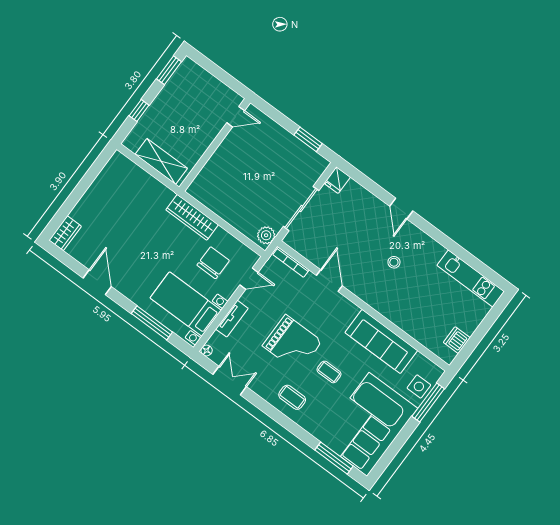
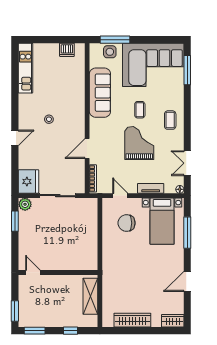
window: (207, 65) -> (15, 311), added
fridge: (337, 180) -> (28, 181), width x1.88, depth x1.34
wardrobe: (192, 217) -> (132, 320), moved, turned -90
plant: (266, 235) -> (25, 204), moved

